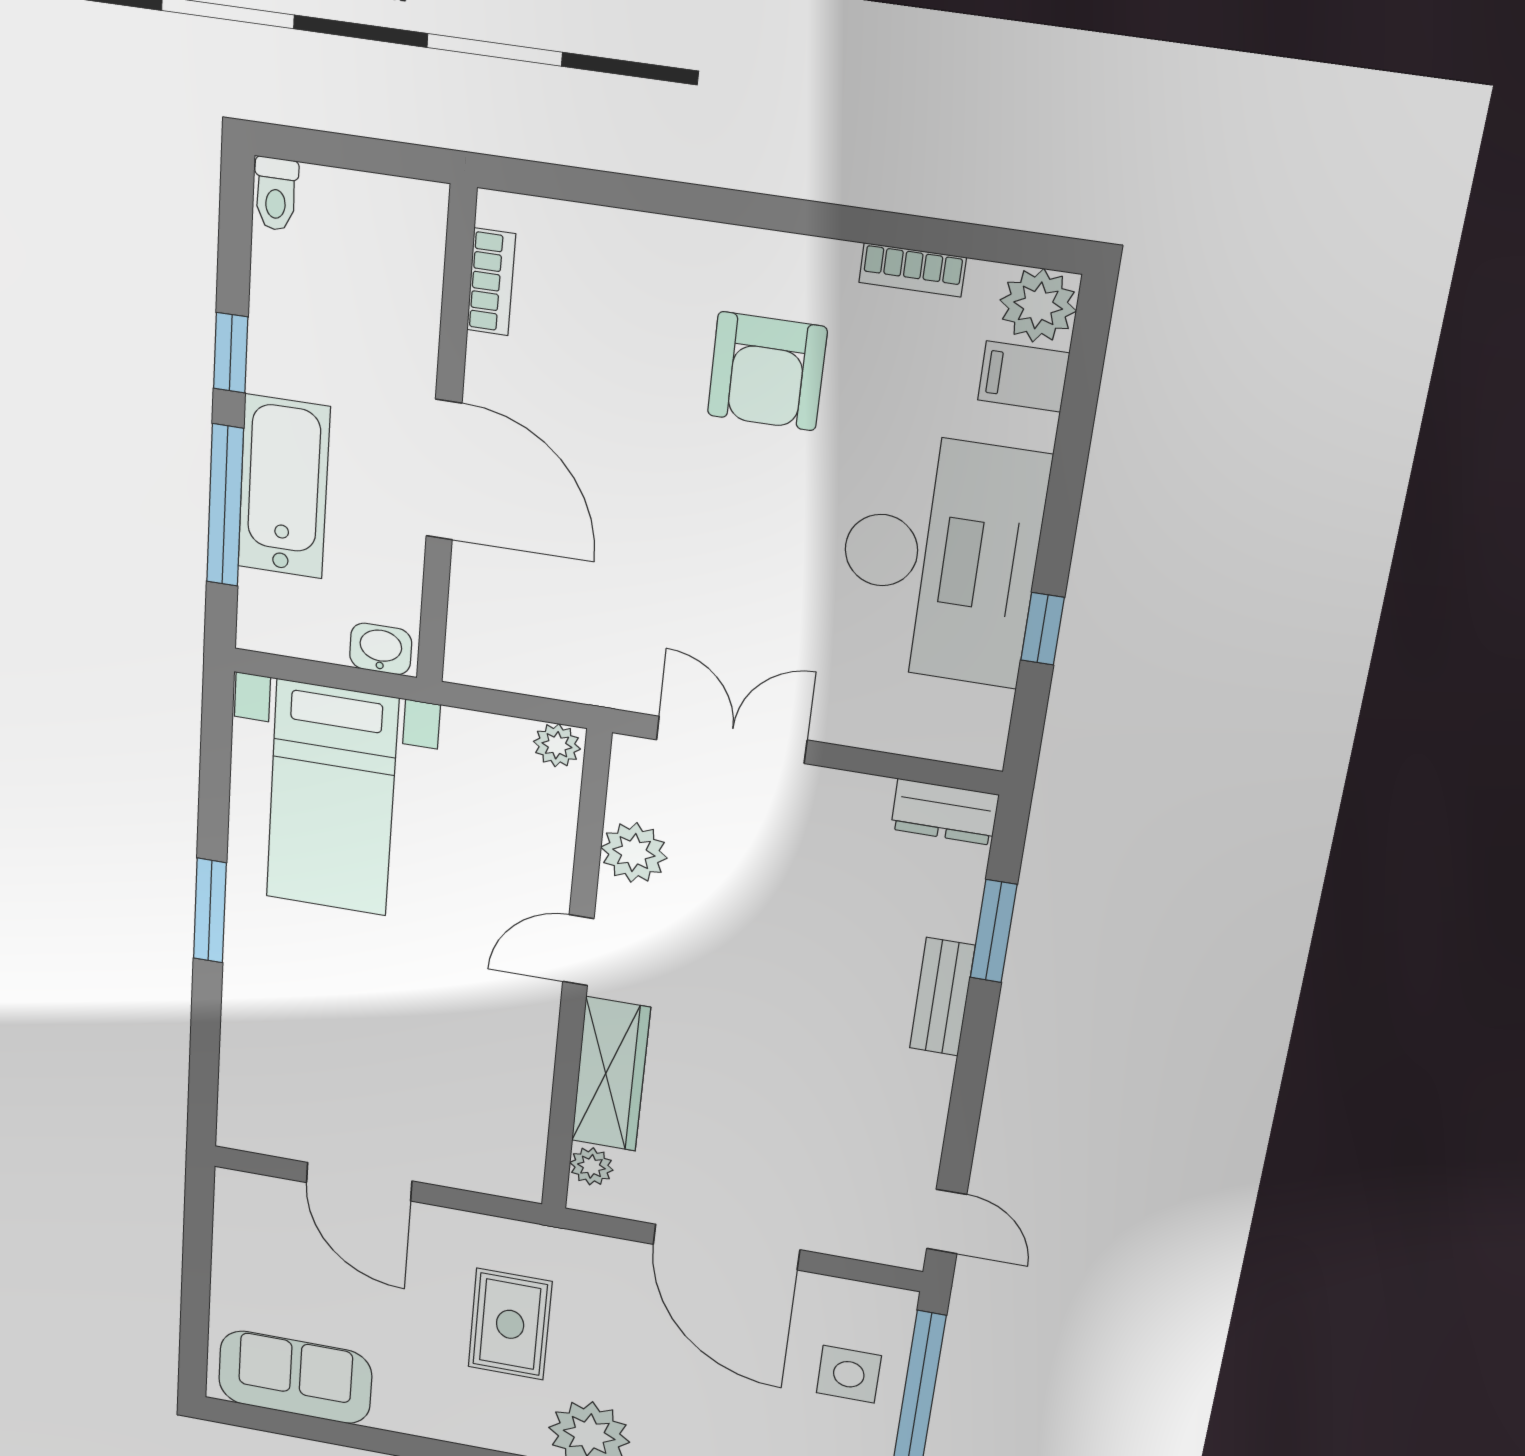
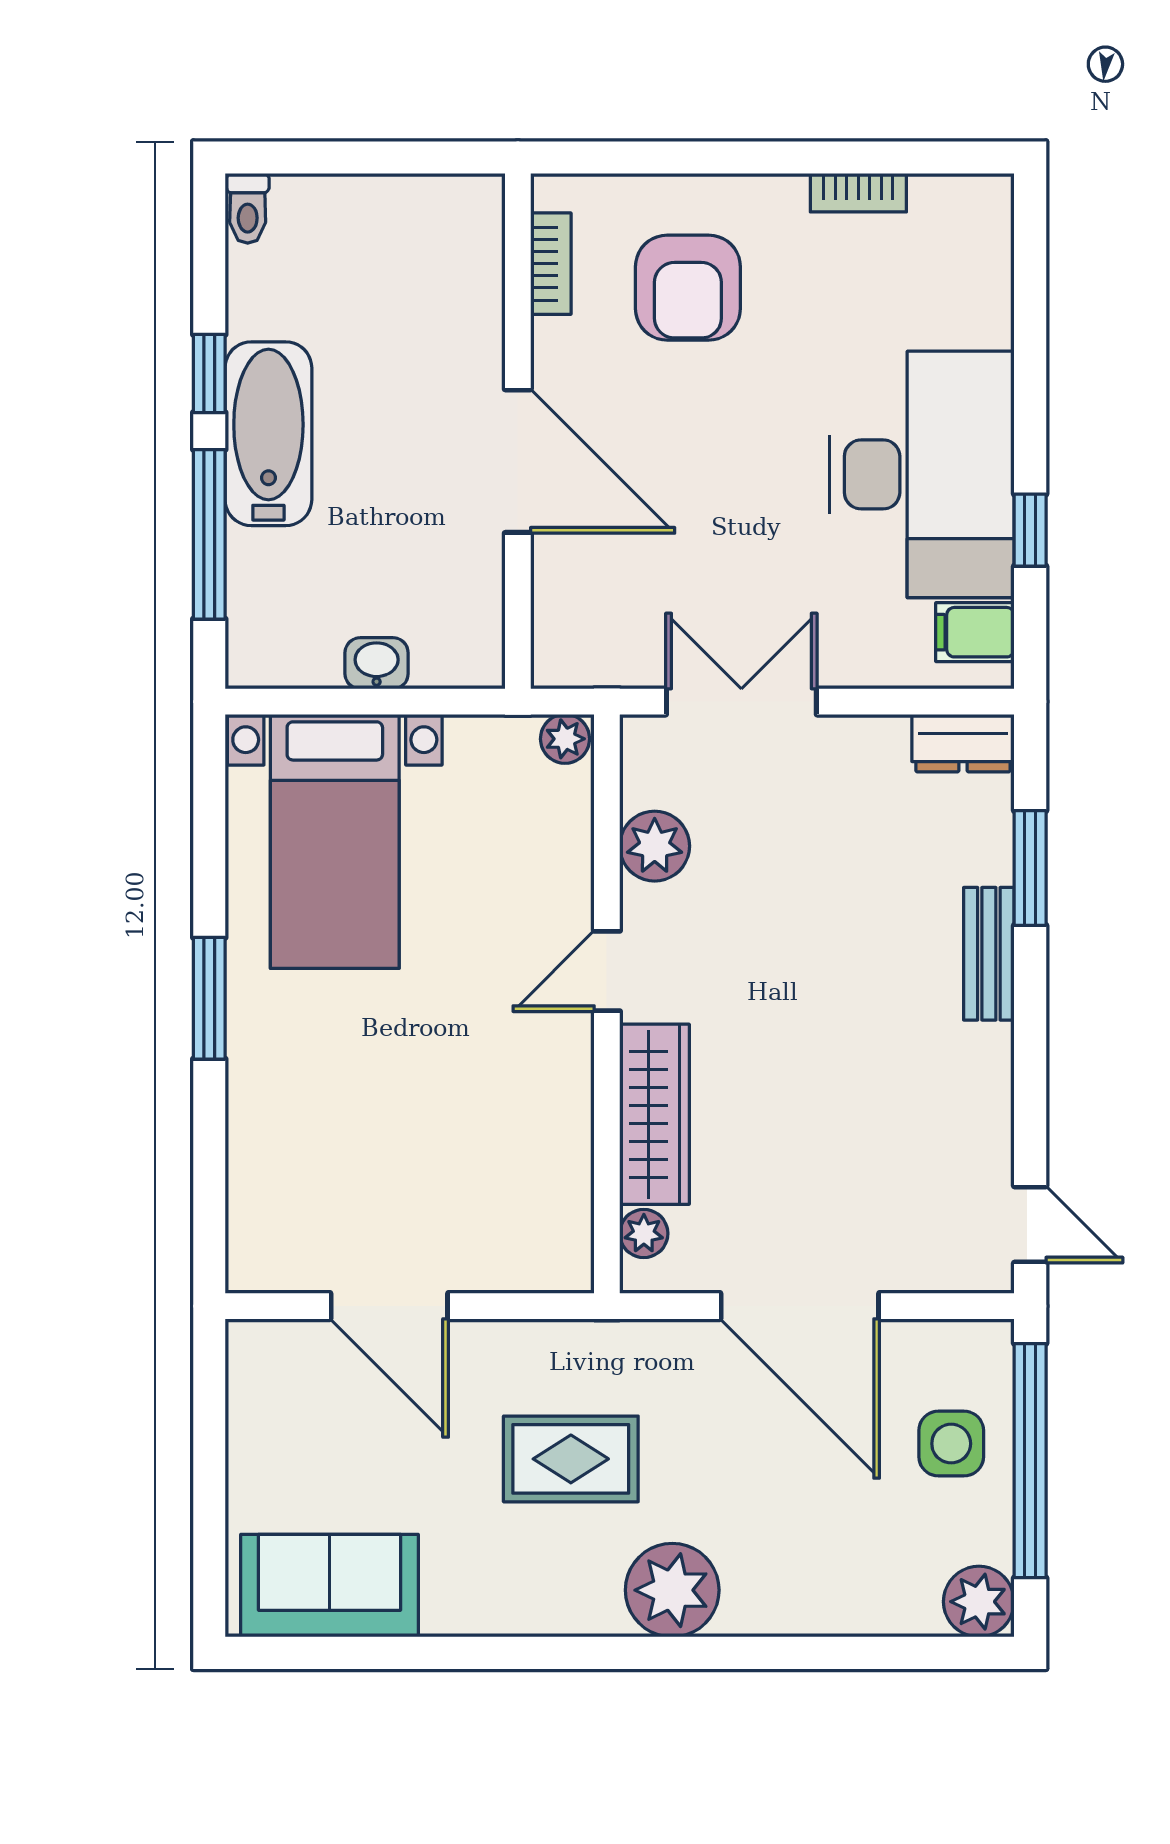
bookcase: (491, 282) -> (551, 264), moved
plant: (1038, 305) -> (978, 209), removed
armchair: (767, 371) -> (688, 288), moved
filing cabinet: (1024, 377) -> (975, 632), moved
wall: (446, 441) -> (518, 431), moved
door: (444, 470) -> (518, 461), moved
bathtub: (284, 487) -> (268, 434), moved
rug: (510, 1324) -> (571, 1459), turned 90

